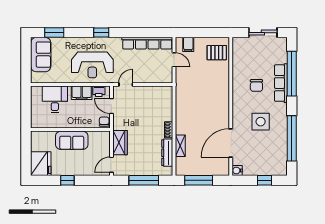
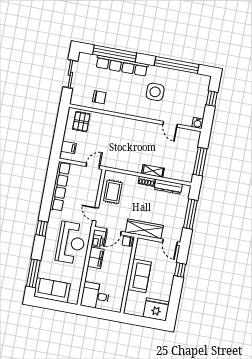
window: (54, 33) -> (33, 273), width x1.44
door: (174, 60) -> (93, 166), moved
row of seats: (281, 83) -> (122, 66), width x1.36
chair: (256, 85) -> (99, 97), moved
rug: (152, 98) -> (113, 192), added
desk: (55, 99) -> (95, 296), moved
wardrobe: (120, 143) -> (144, 229), width x1.50
door: (231, 143) -> (170, 124), width x0.53
shelving: (180, 146) -> (153, 171), moved
window: (67, 180) -> (180, 270), moved

